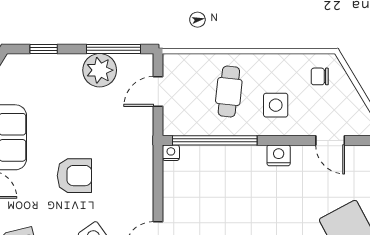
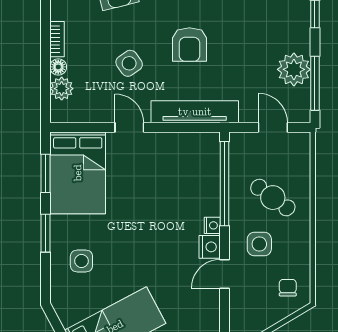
cafe table: (229, 92) -> (273, 198), turned 30
door: (330, 140) -> (224, 274), moved
nightstand: (171, 153) -> (212, 225), moved
tv unit: (142, 170) -> (195, 112), added

